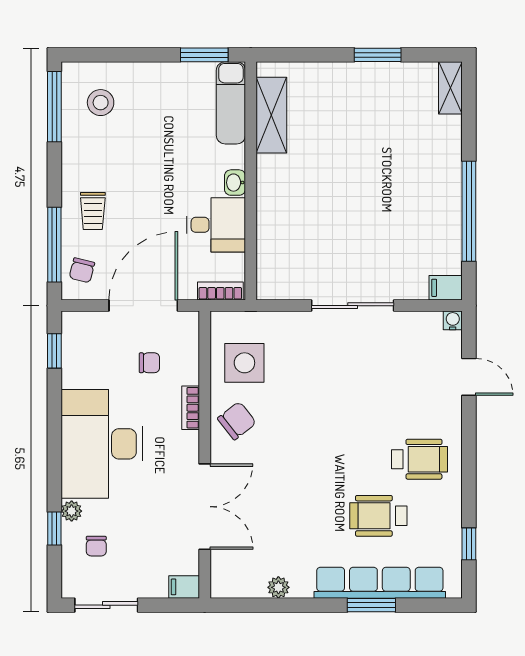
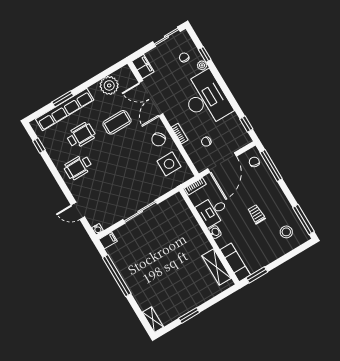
trolley: (93, 211) -> (257, 214), moved
coffee table: (296, 500) -> (117, 122), added
filing cabinet: (184, 587) -> (143, 66), width x2.00
plant: (278, 587) -> (109, 85), width x1.87, depth x1.87

